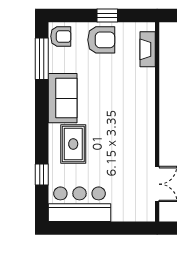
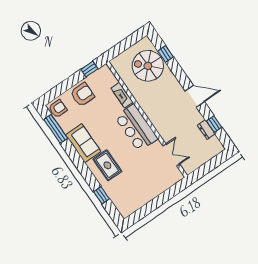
window: (107, 15) -> (89, 69), moved
fireplace: (148, 49) -> (122, 95), moved
bar counter: (79, 204) -> (136, 128), moved, turned -90

